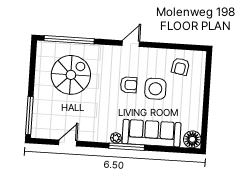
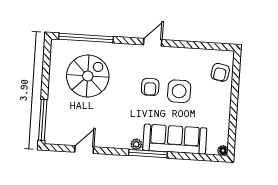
armchair: (180, 67) -> (220, 72), moved
armchair: (129, 85) -> (150, 87), turned 90
floor lamp: (192, 139) -> (223, 151), width x0.53, depth x0.53

